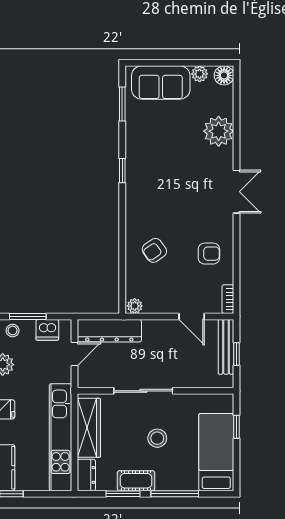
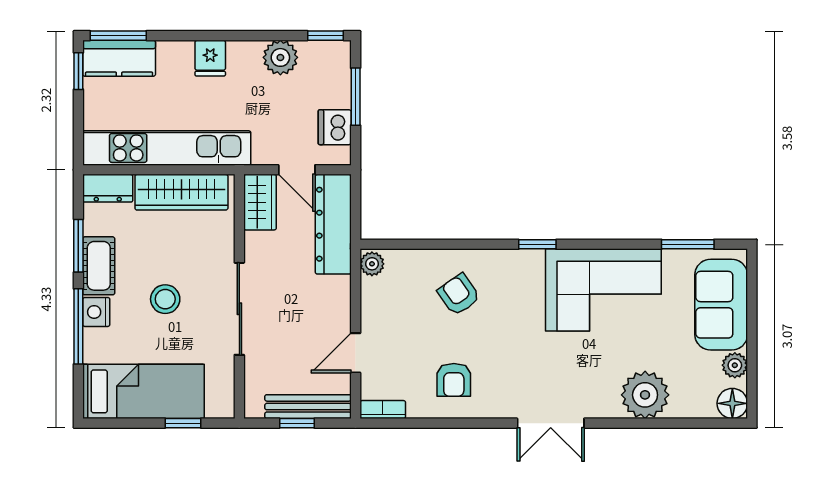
corner sofa: (151, 158) -> (603, 290), added
window: (122, 171) -> (537, 244), moved
stool: (13, 331) -> (334, 73), removed
wardrobe: (95, 378) -> (260, 202), added
sliding door: (143, 391) -> (239, 309), moved
nightstand: (165, 482) -> (96, 312), added

